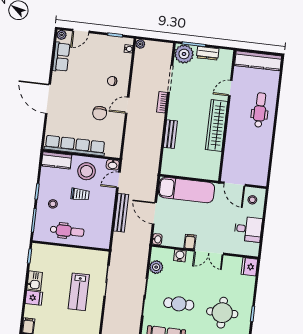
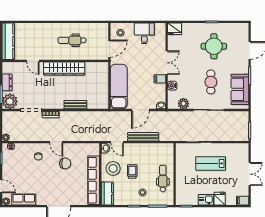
dental chair: (260, 110) -> (72, 40), moved
lab bench: (79, 292) -> (211, 163), turned 180

